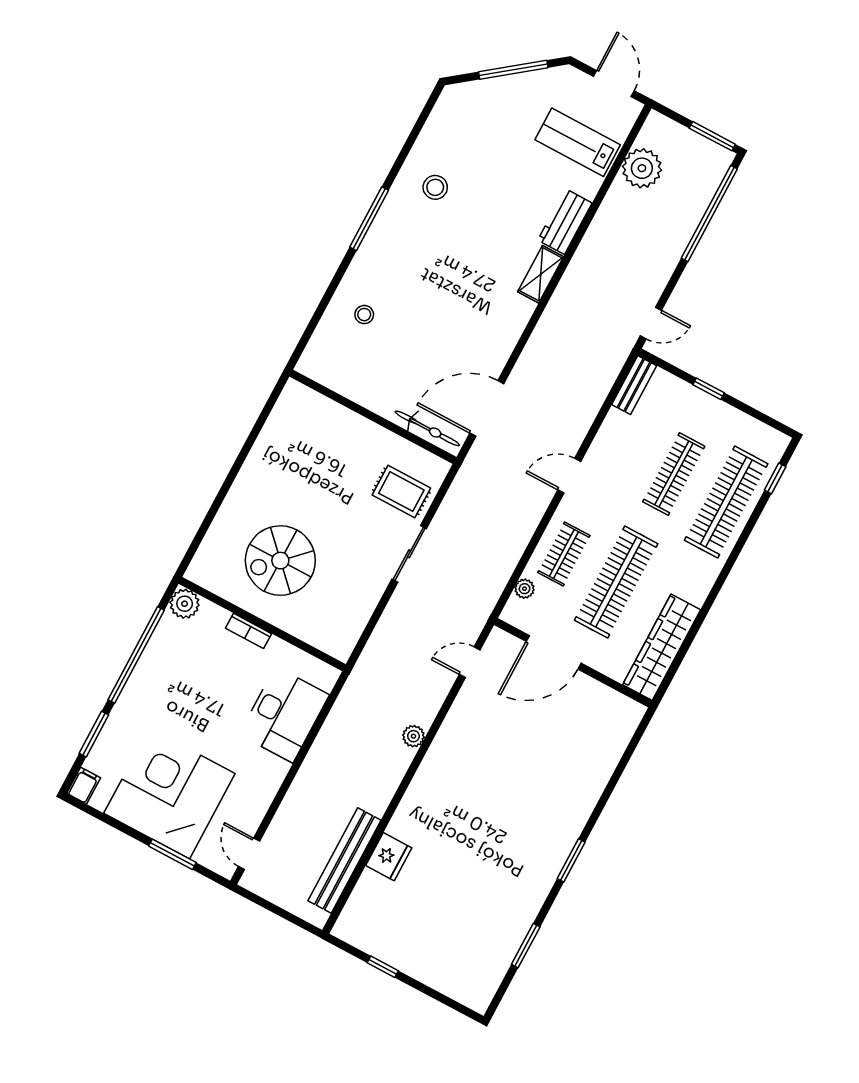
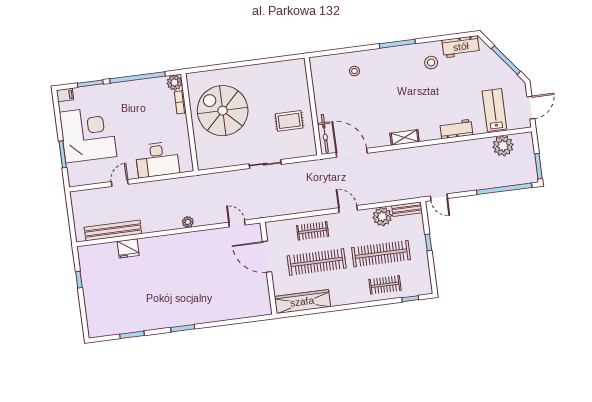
workbench: (443, 125) -> (461, 47), added
shelving: (541, 274) -> (405, 138), moved
clothes rail: (674, 474) -> (381, 254), width x1.37, depth x1.31
rug: (401, 492) -> (289, 121), moved, turned 90
clothes rail: (726, 502) -> (385, 285), width x0.54, depth x0.76
spiral stairs: (280, 561) -> (223, 111), width x1.37, depth x1.37
plant: (525, 589) -> (382, 217), moved, width x1.88, depth x1.88
bookcase: (249, 631) -> (180, 102), moved
door: (249, 854) -> (120, 183), moved

